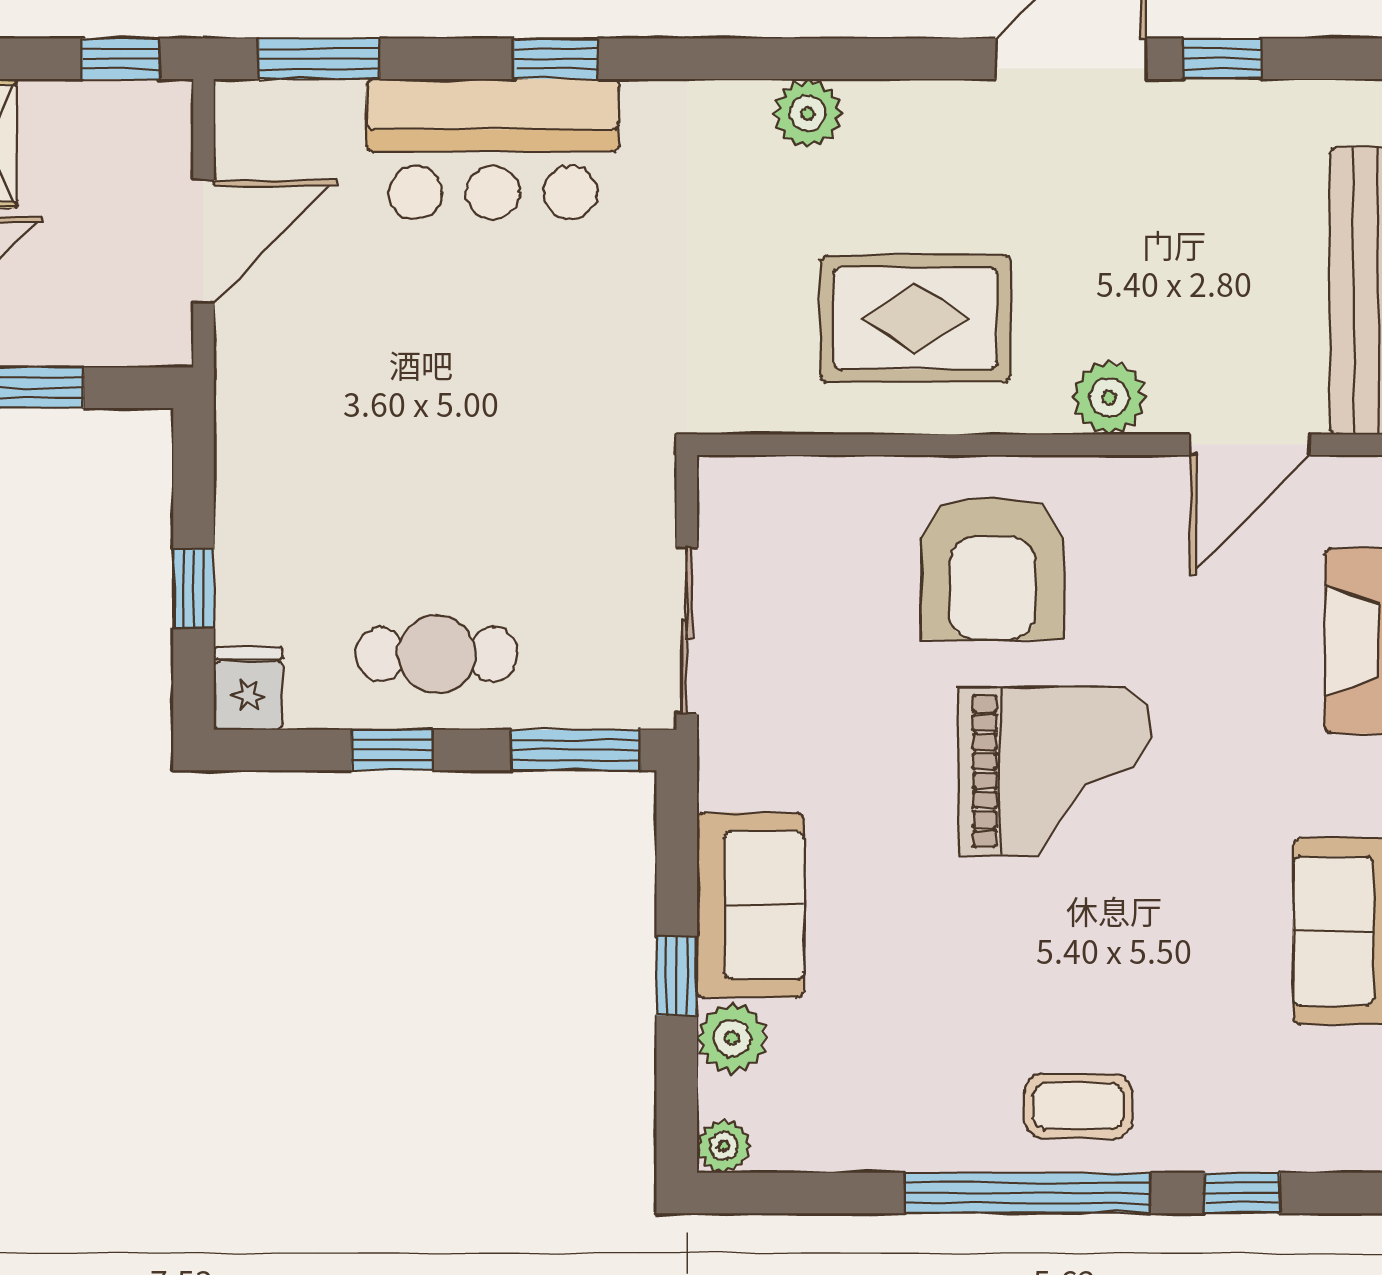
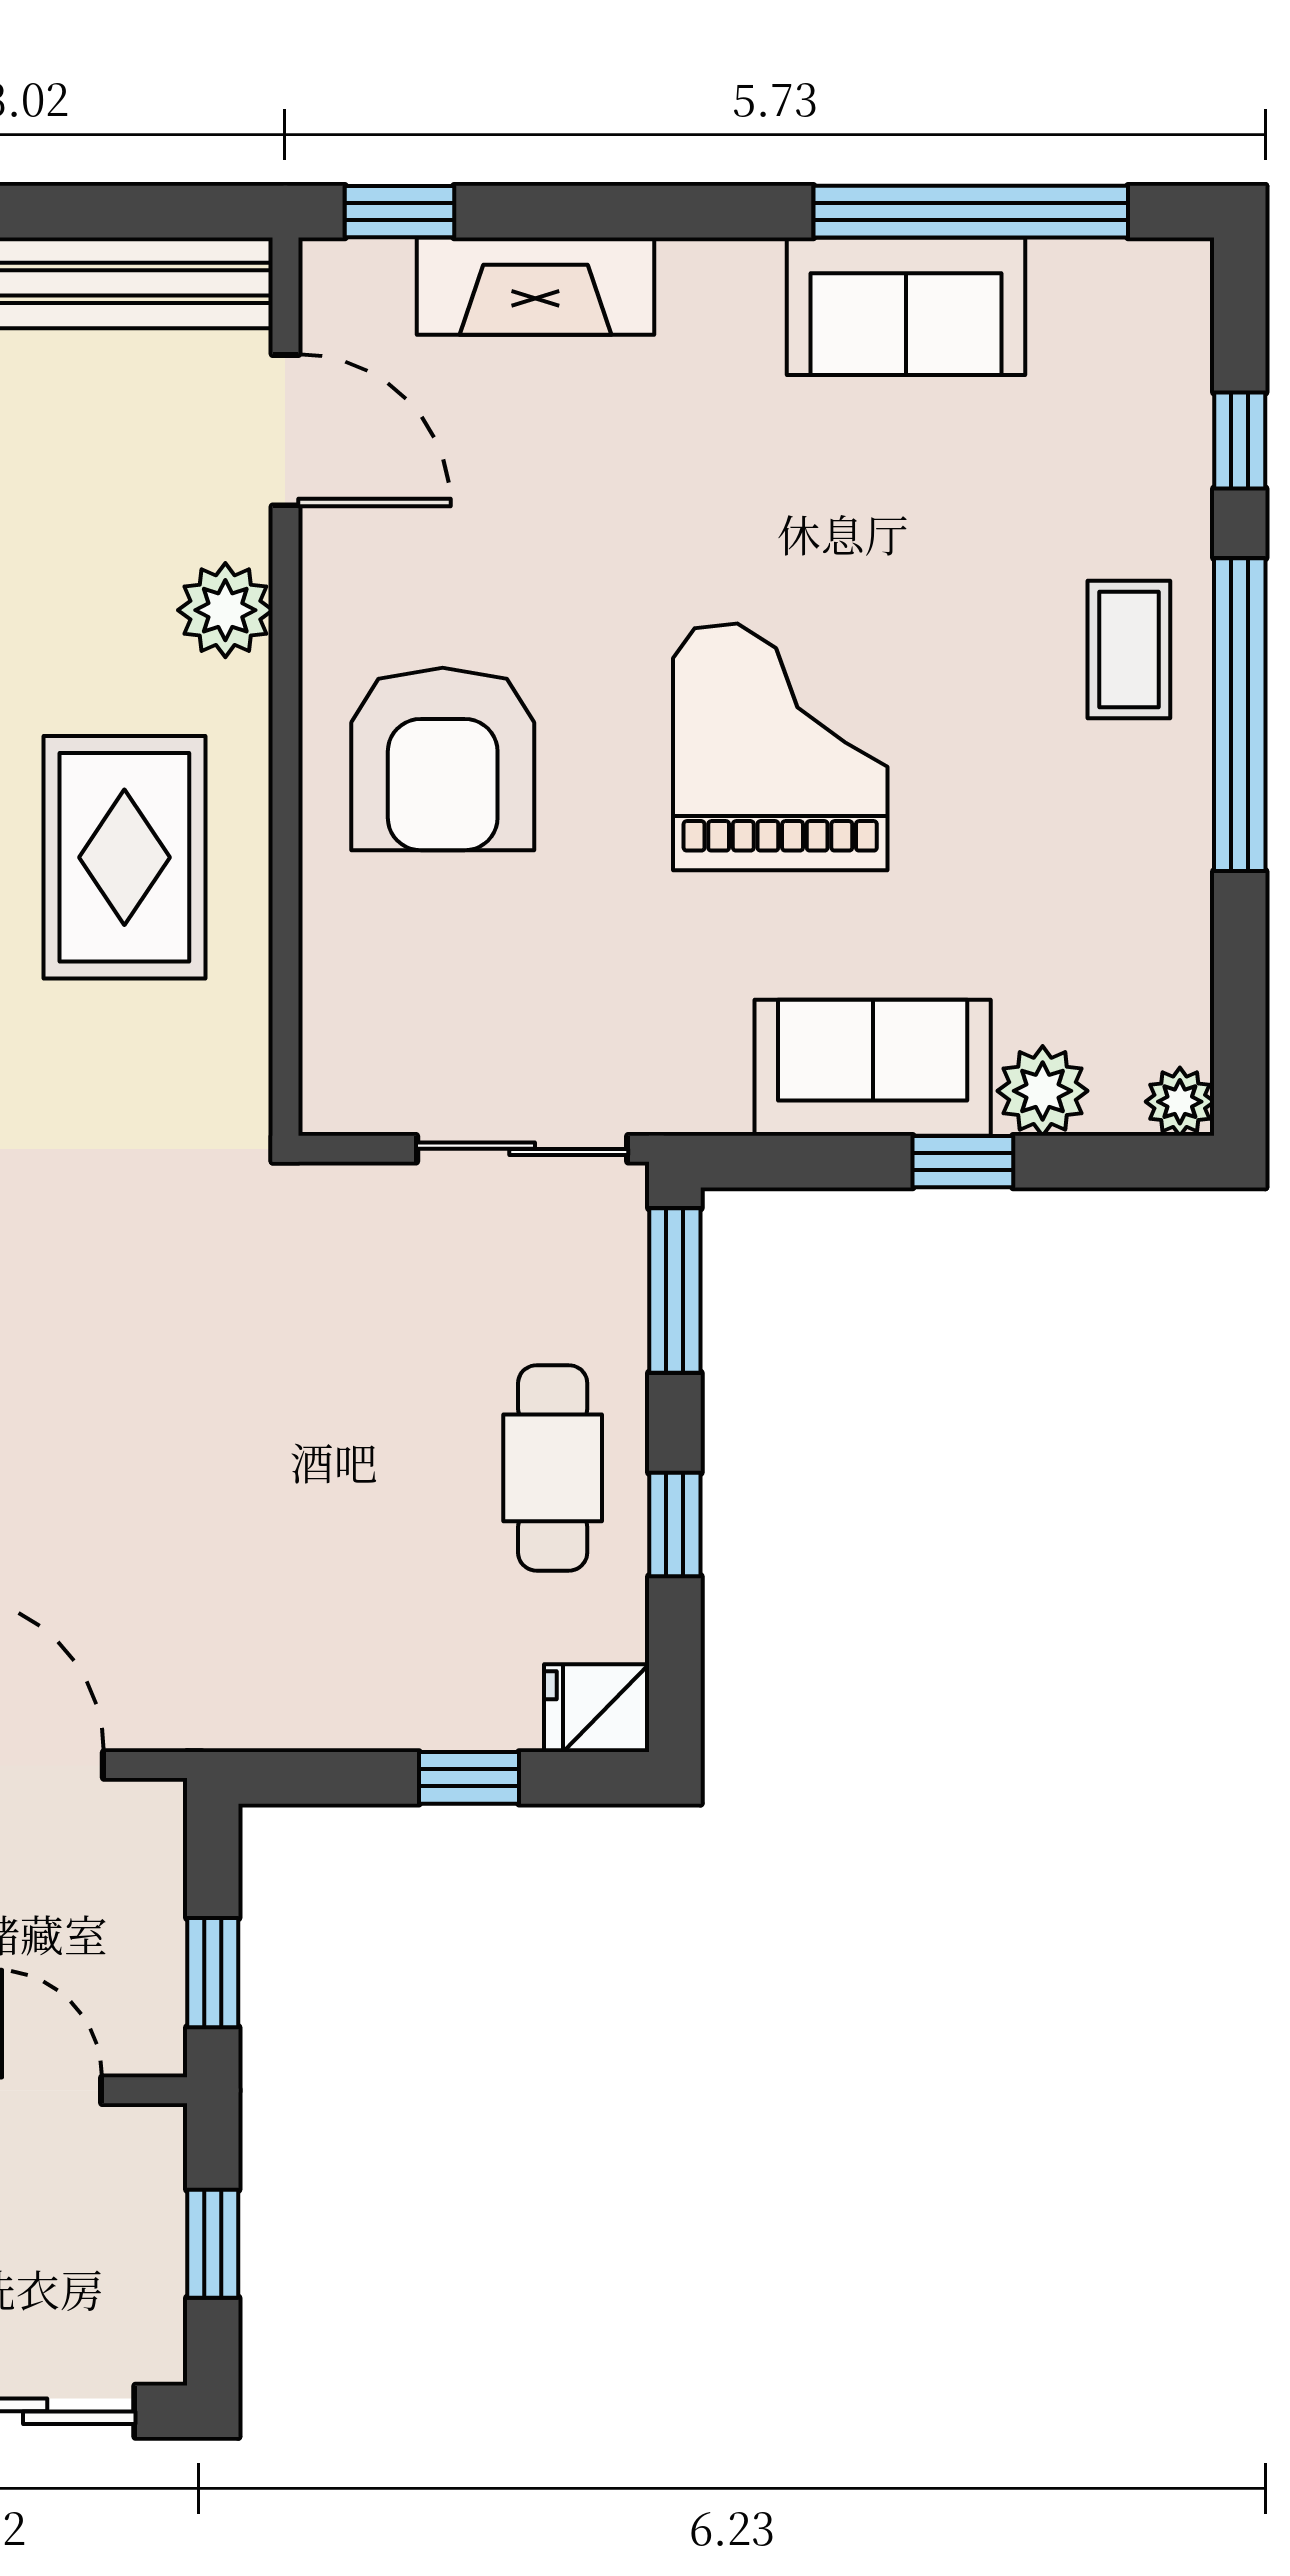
armchair: (992, 568) -> (443, 759), turned 90
grand piano: (1055, 771) -> (780, 747), moved

